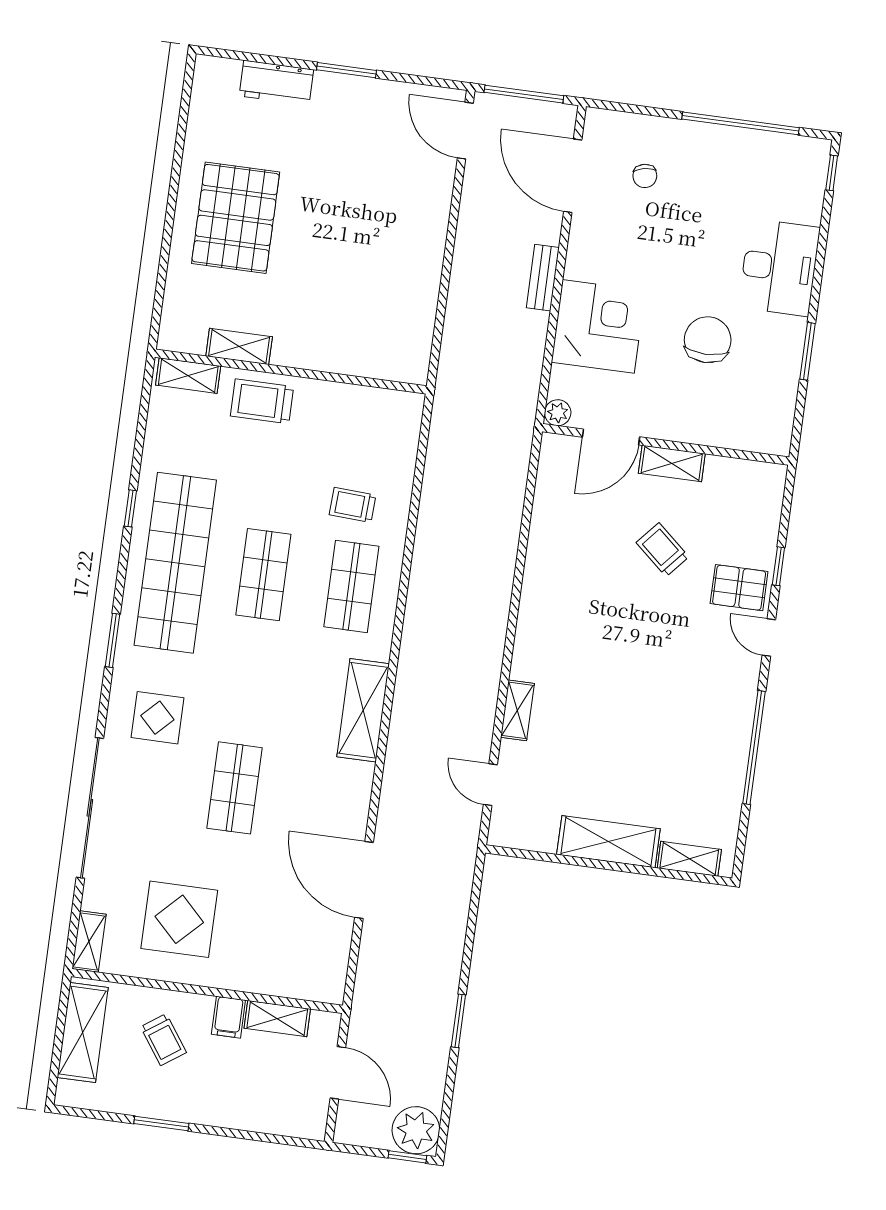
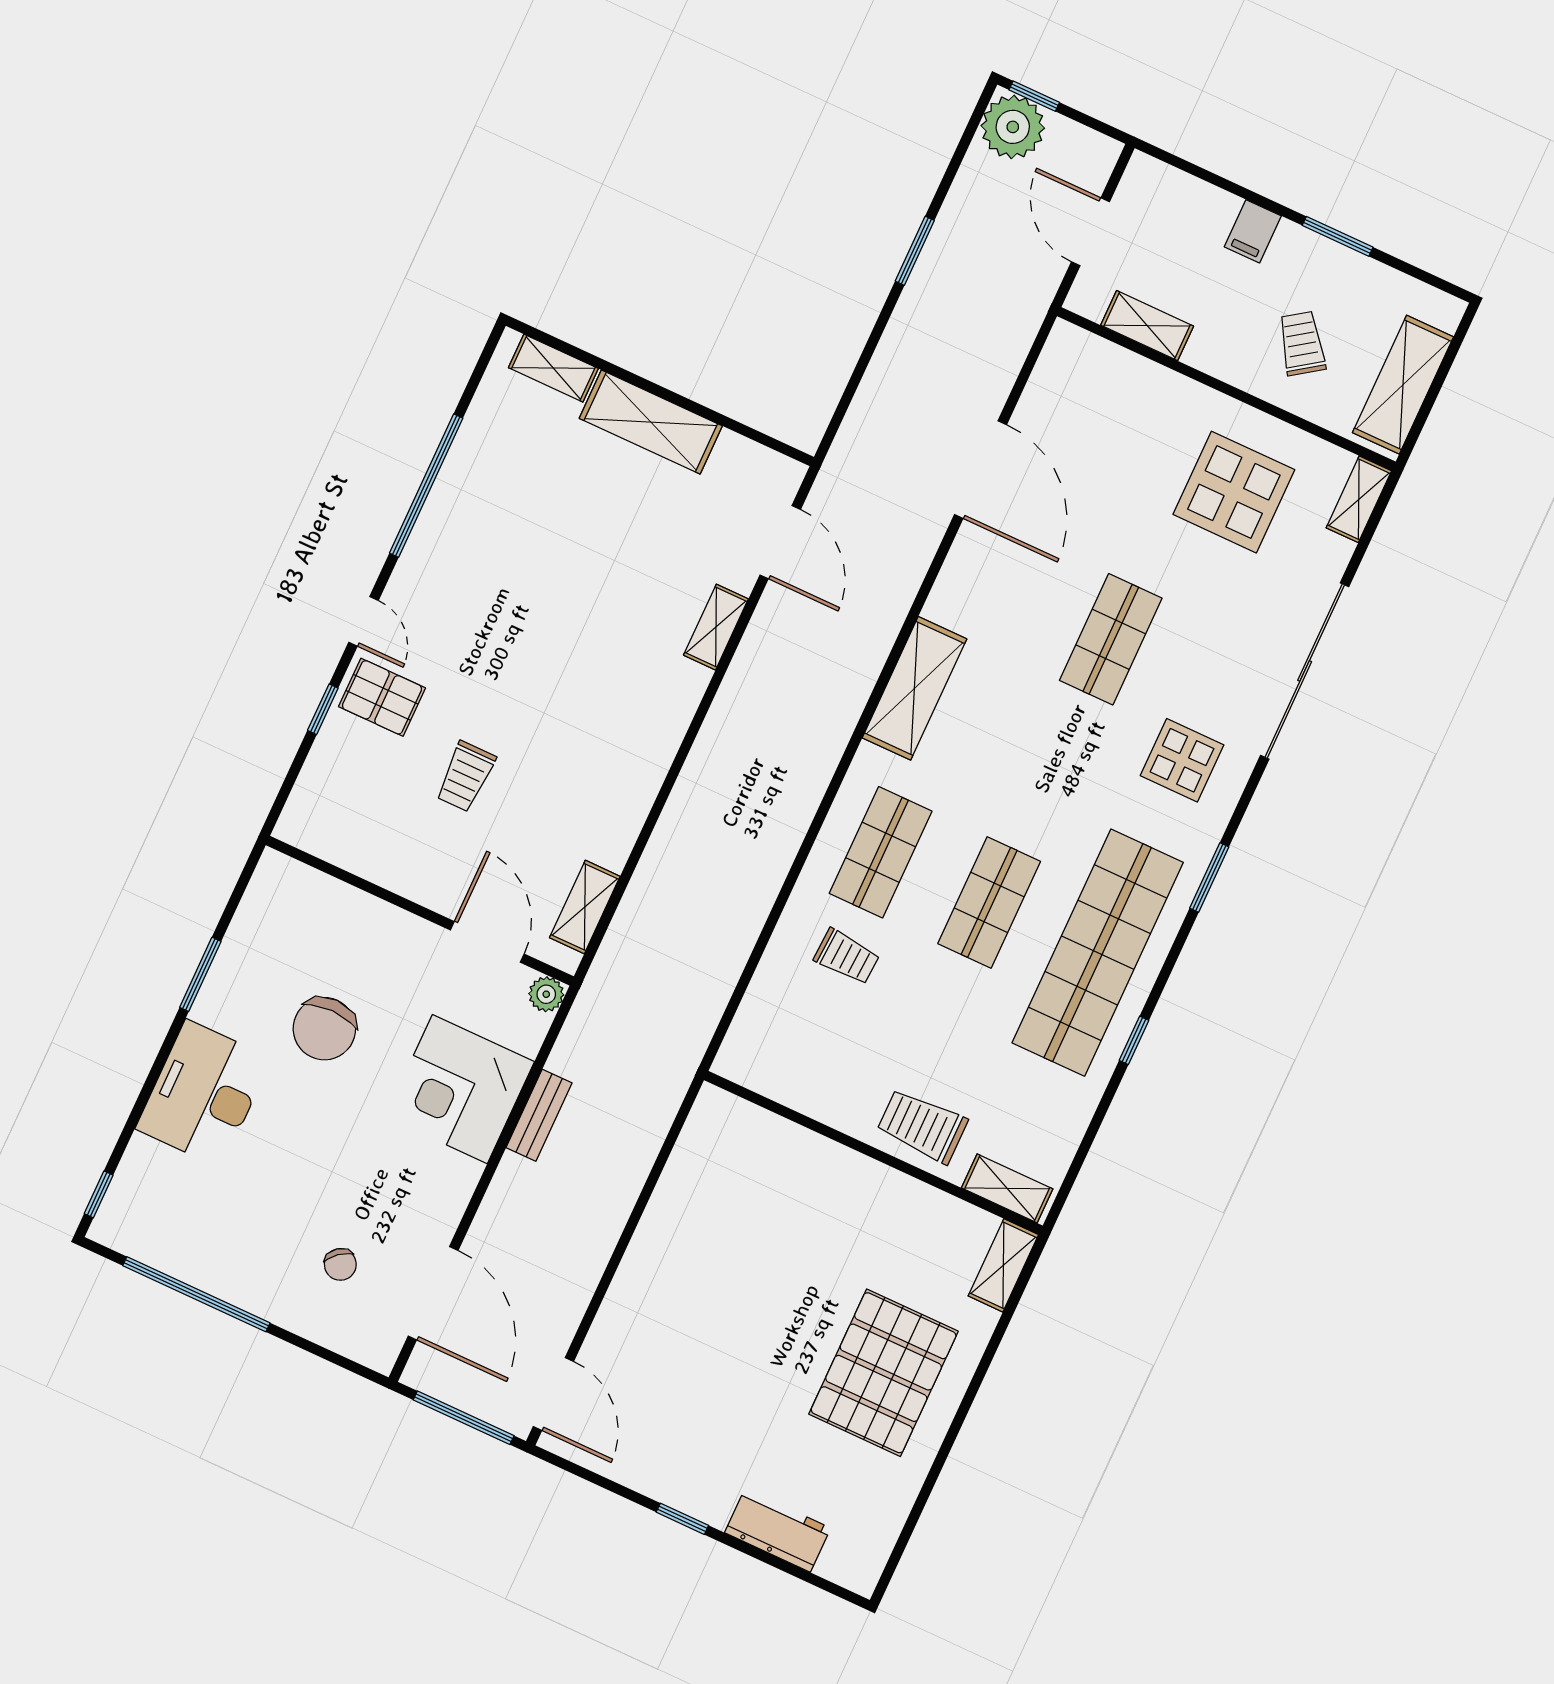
window: (346, 70) -> (682, 1519), width x0.67
chair: (645, 176) -> (340, 1264), turned 152
bench: (543, 278) -> (539, 1115), moved
shelving: (239, 346) -> (1003, 1265), moved, turned 90
trolley: (262, 401) -> (922, 1126), turned 180
door: (611, 437) -> (487, 942), hinge flipped
shelving: (672, 463) -> (585, 907), moved, turned 90
trolley: (663, 550) -> (466, 776), turned 49
door: (490, 785) -> (780, 542), width x1.37
filing cabinet: (228, 1017) -> (1253, 231), moved, turned 180

